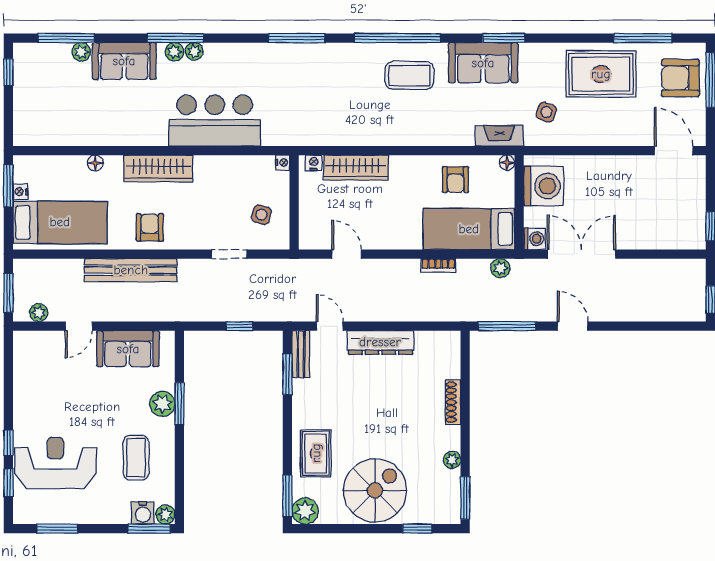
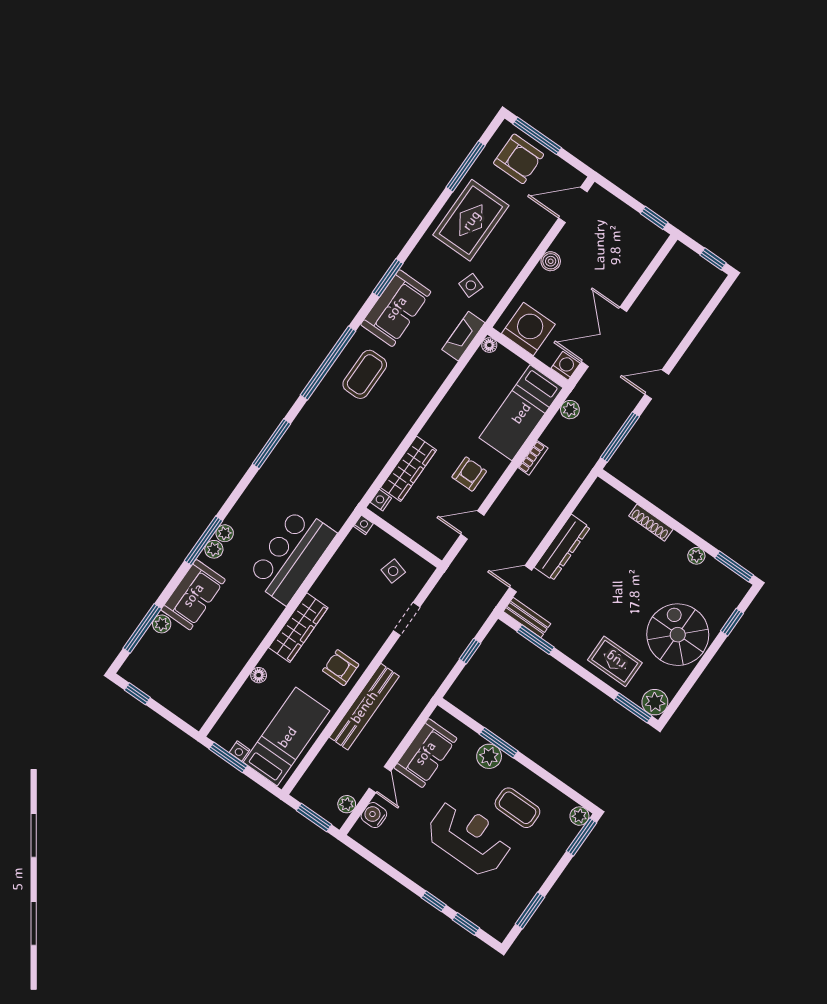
armchair: (680, 78) -> (519, 159), turned -90
boiler: (613, 165) -> (551, 261), added
armchair: (456, 180) -> (469, 474), moved, turned -90
reception desk: (55, 463) -> (469, 838), moved, turned 90
water cooler: (143, 513) -> (374, 815), moved, turned 180

